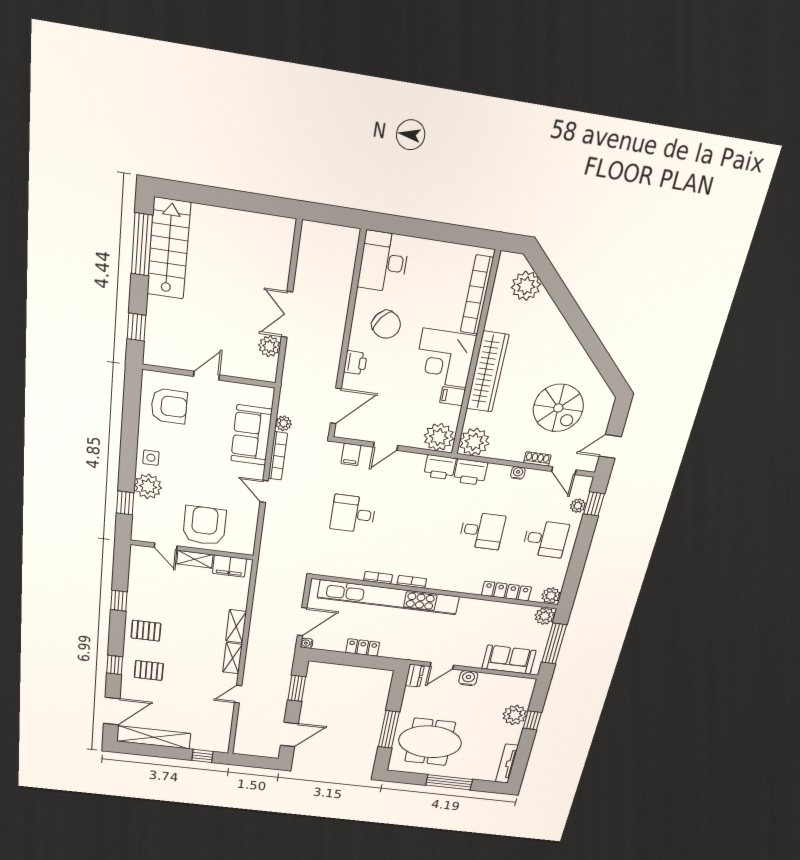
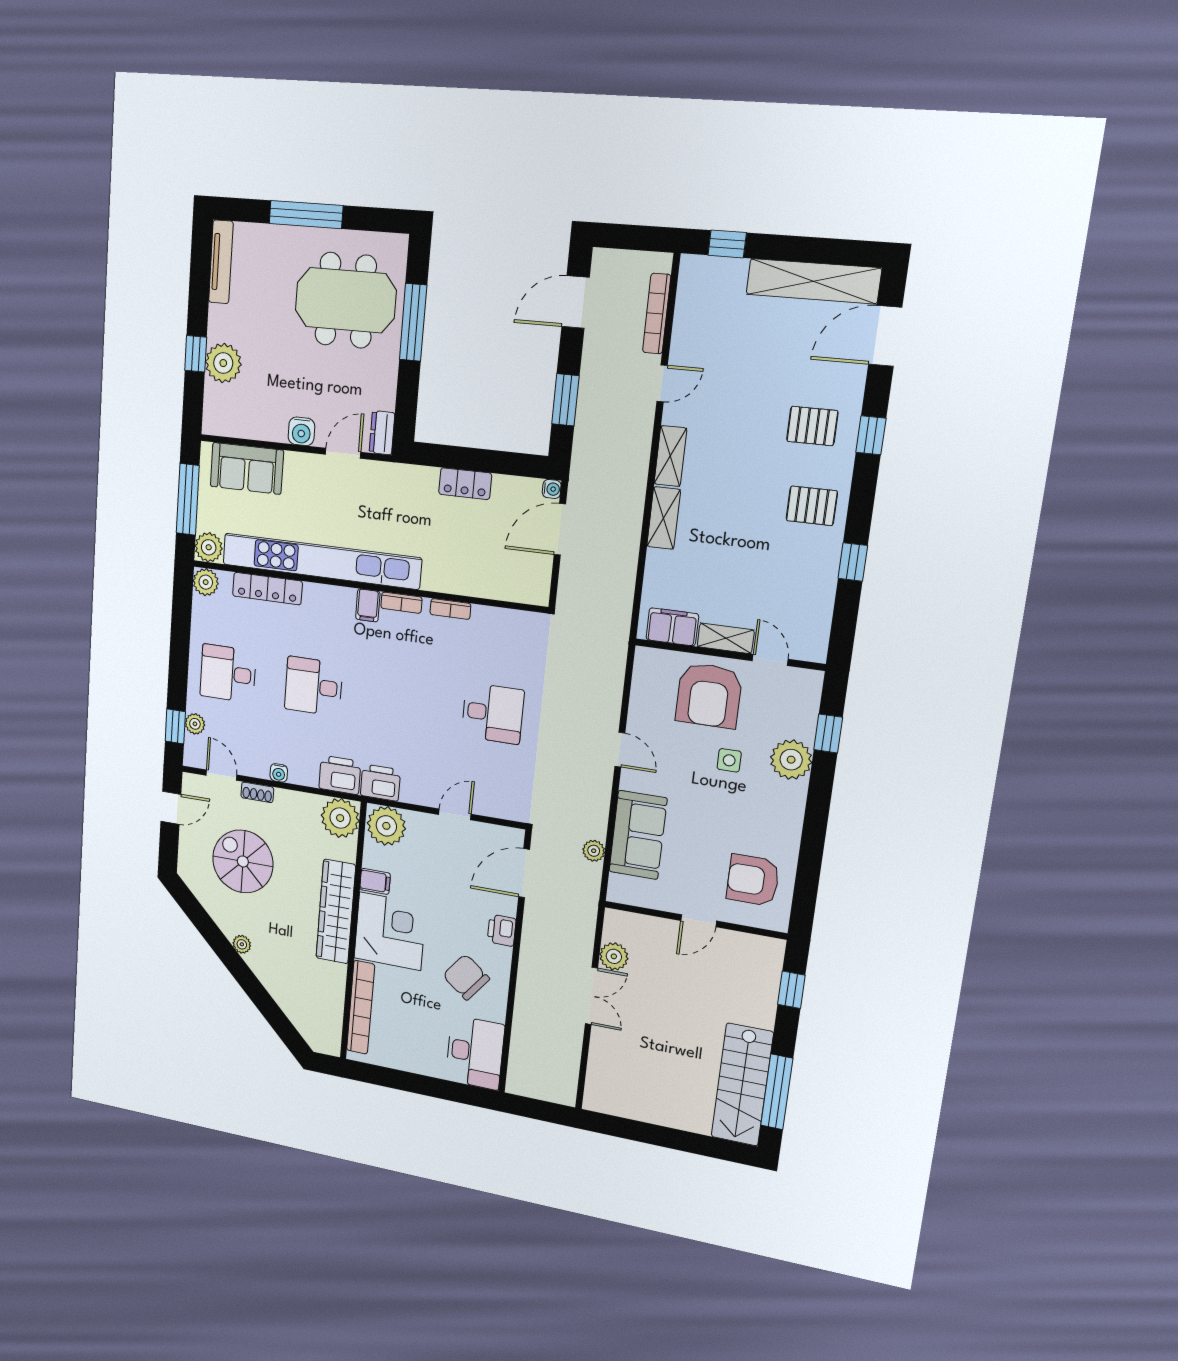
plant: (526, 286) -> (242, 944), moved, width x0.53, depth x0.53
filing cabinet: (351, 454) -> (368, 605), moved, turned 180
bookcase: (278, 456) -> (657, 314), moved
side table: (151, 458) -> (729, 760), moved
kitchen unit: (388, 597) -> (321, 561), moved

